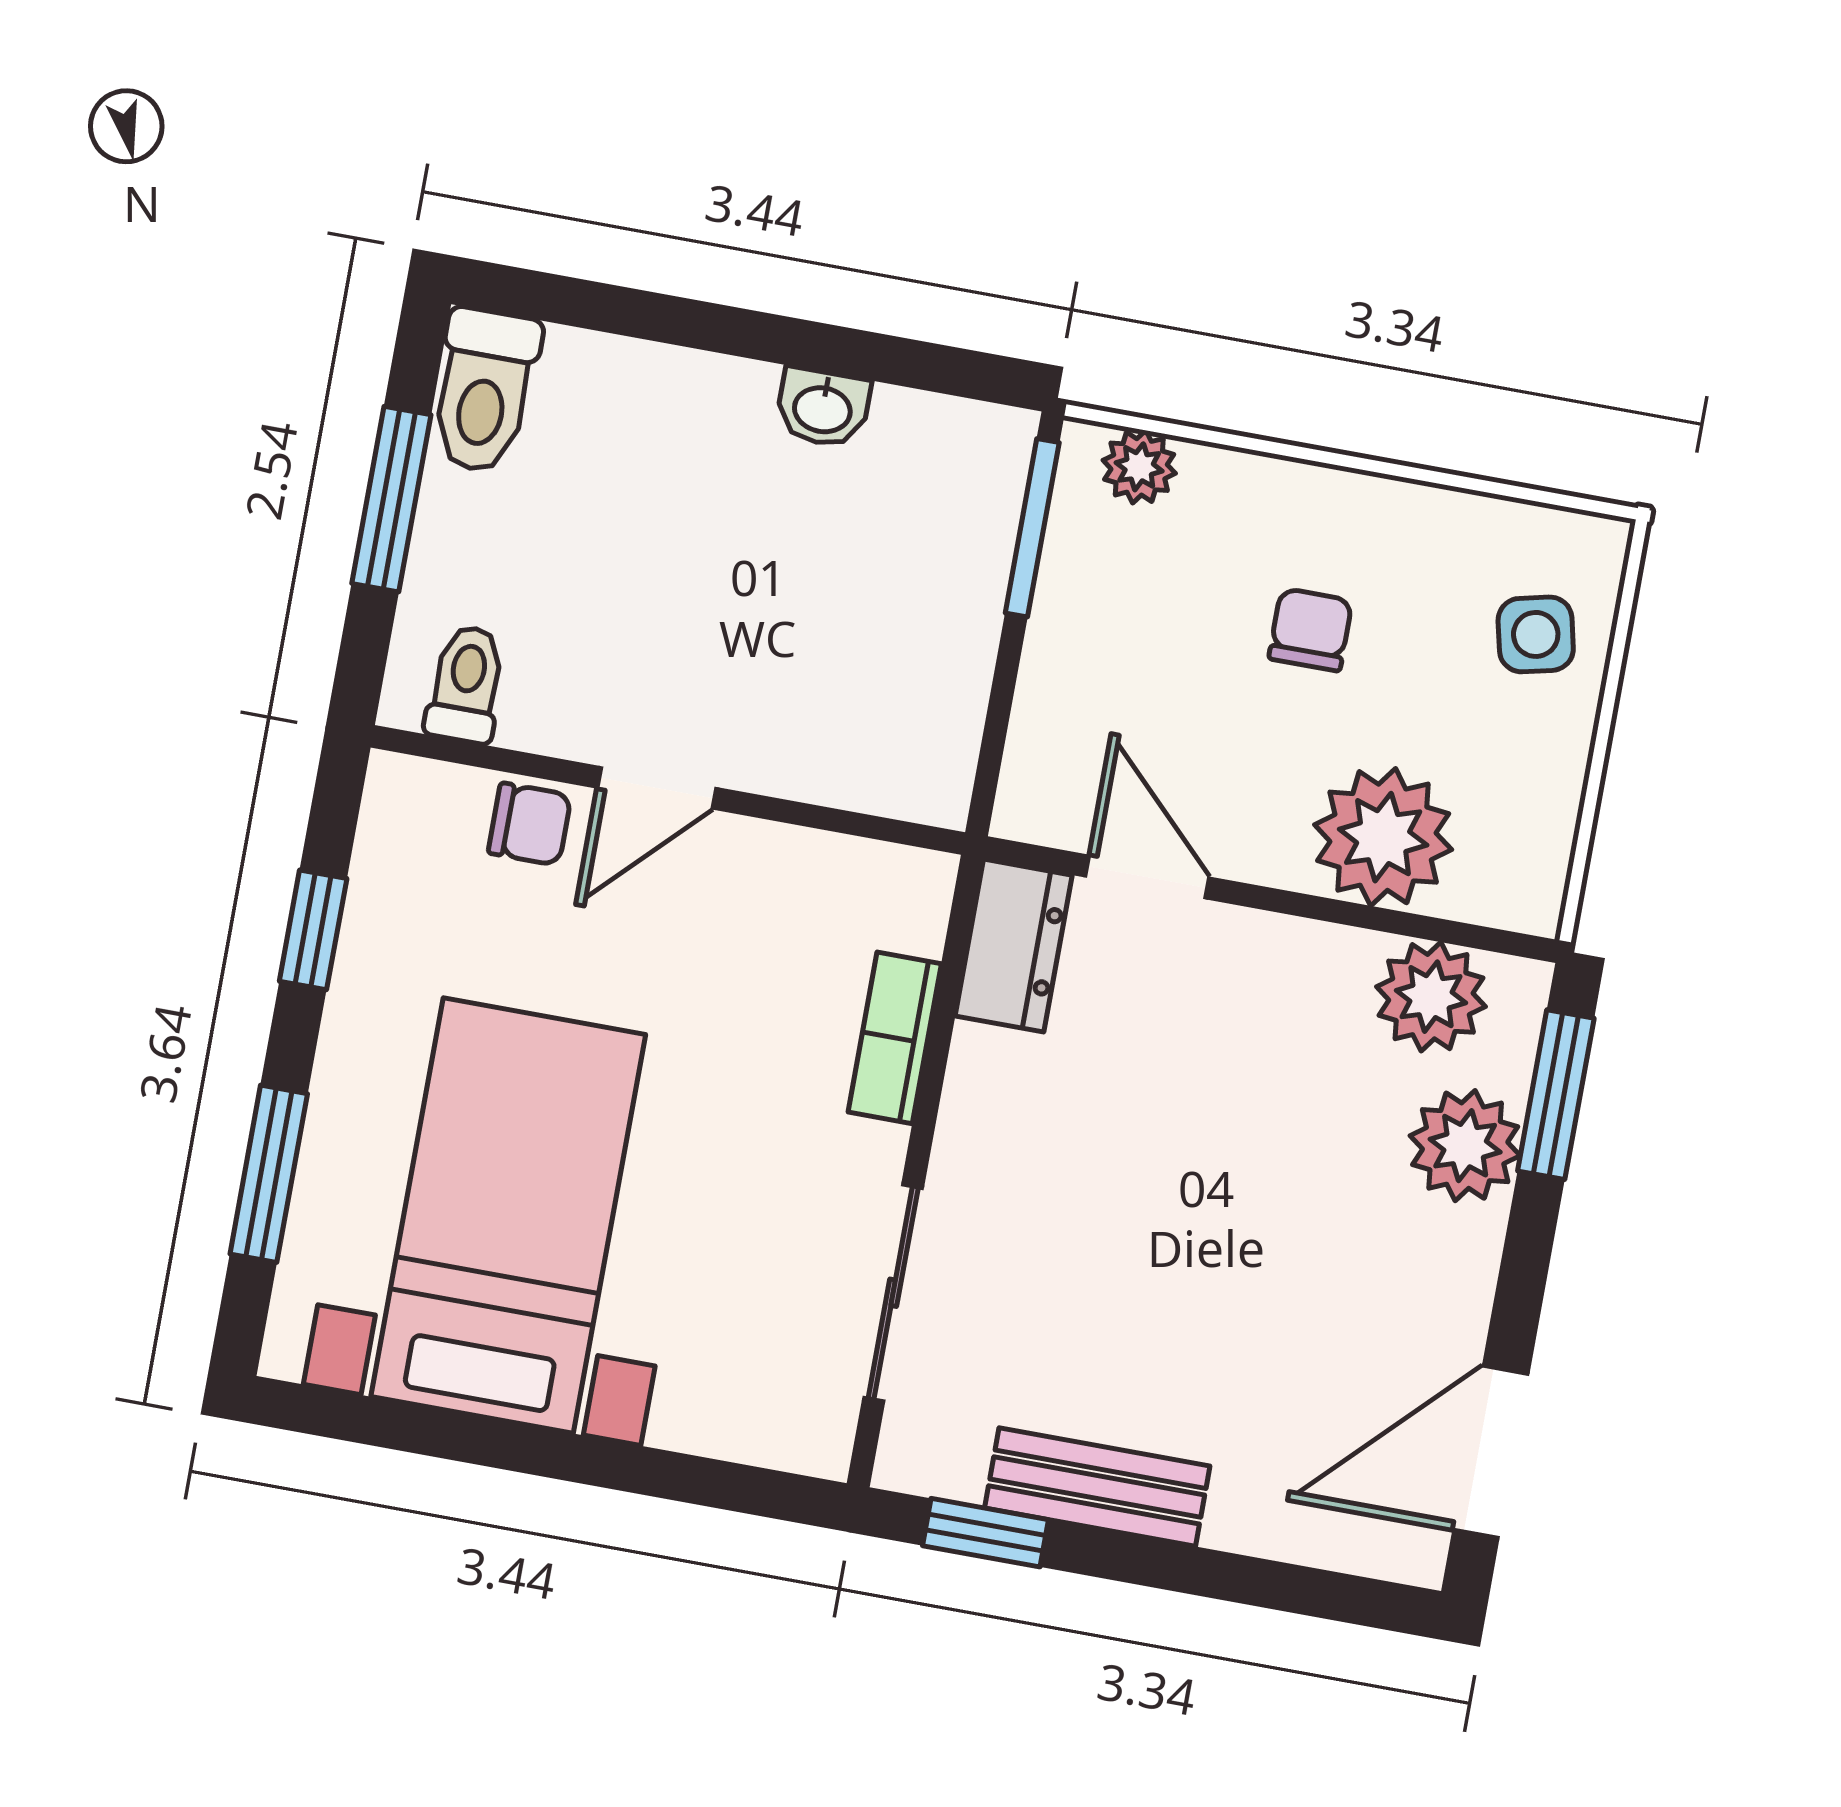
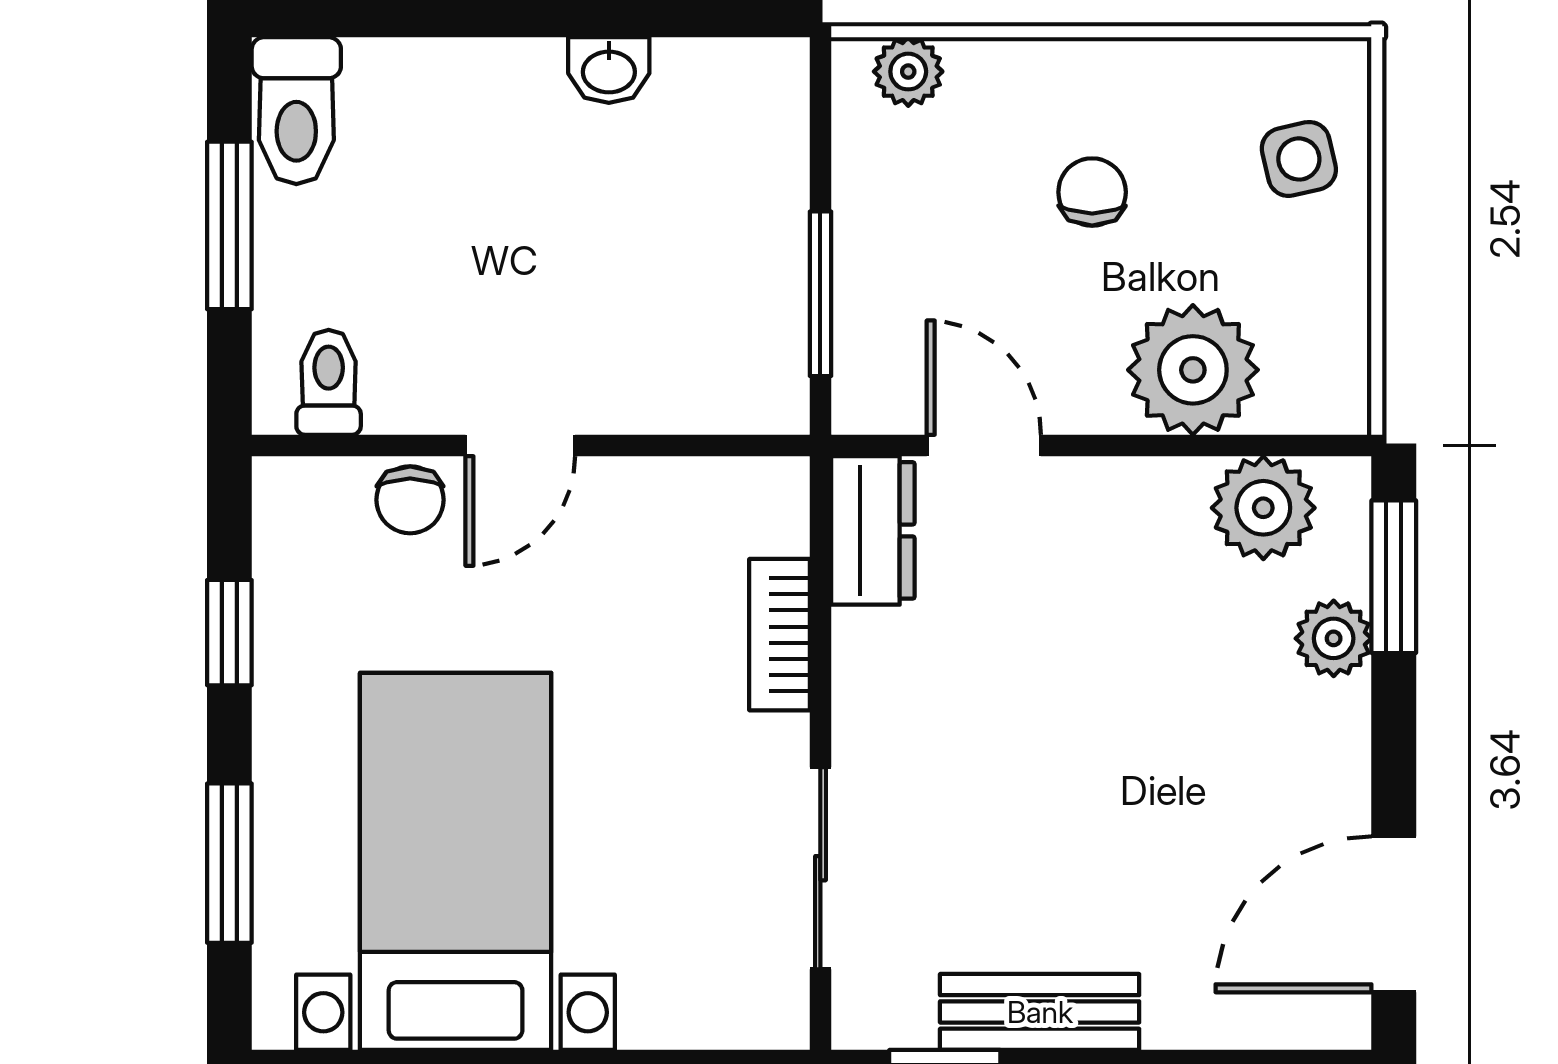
window: (1032, 528) -> (820, 294), moved
chair: (530, 824) -> (410, 500), turned 90
plant: (1465, 1146) -> (1334, 638), width x0.73, depth x0.73

